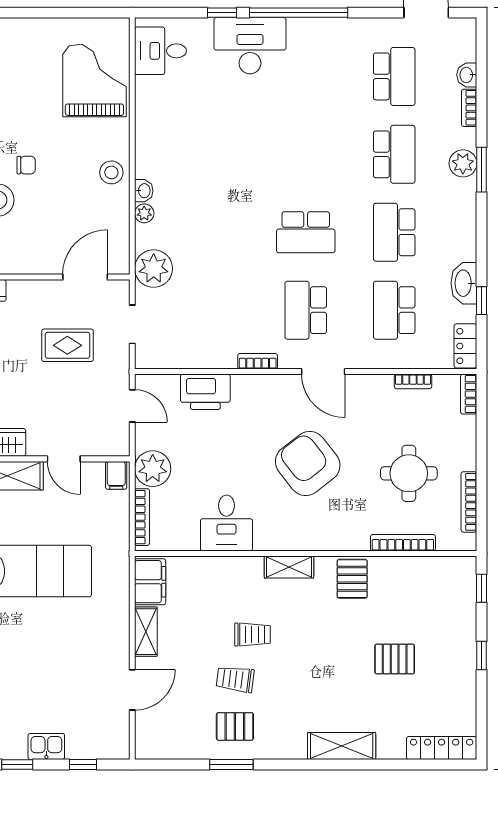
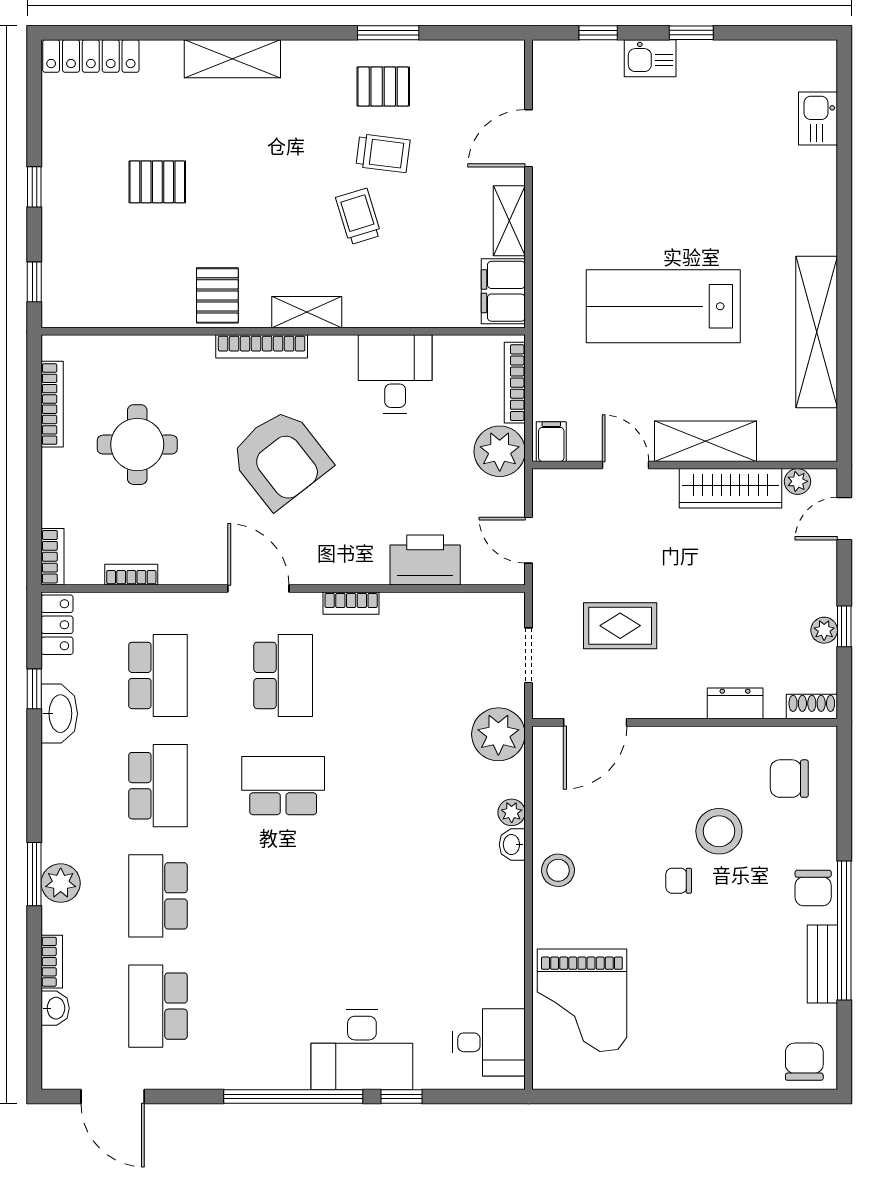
bookcase: (403, 543) -> (262, 346), moved
trolley: (253, 635) -> (358, 216), turned 73

